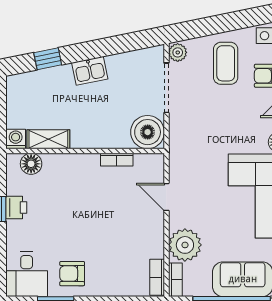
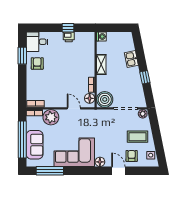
window: (48, 59) -> (145, 77), moved
kitchen sink: (90, 71) -> (131, 59), moved
shelving: (48, 139) -> (101, 65), moved
floor lamp: (31, 164) -> (90, 98), moved
door: (166, 197) -> (74, 108), hinge flipped

